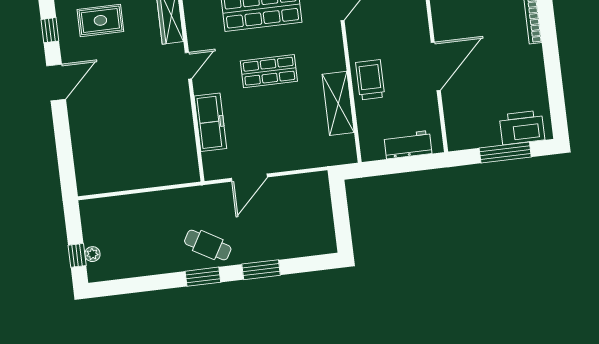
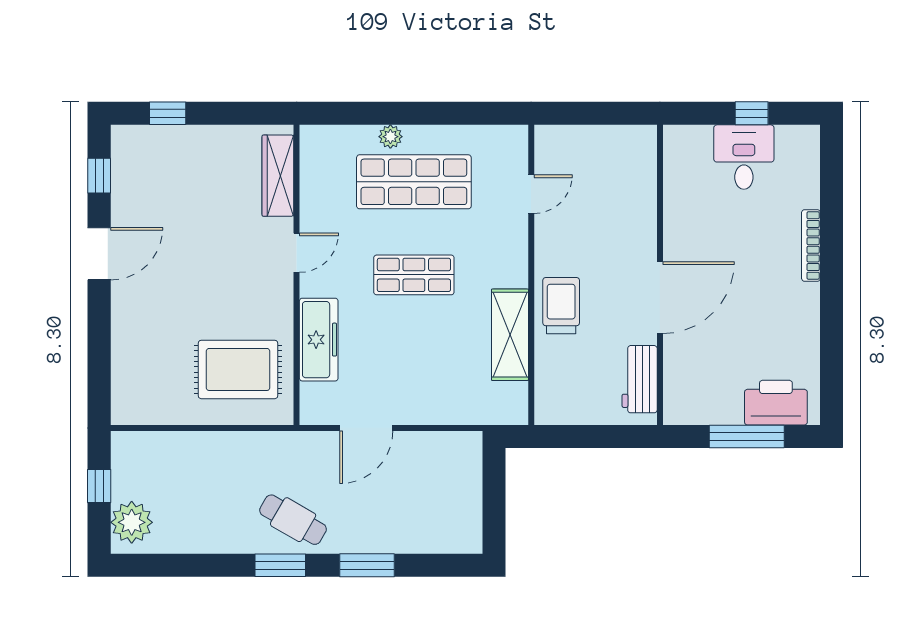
rug: (100, 20) -> (238, 369), moved, width x1.36, depth x1.43
workbench: (408, 145) -> (640, 379), moved, turned -90
plant: (92, 254) -> (132, 522), width x1.88, depth x1.88
window: (77, 255) -> (99, 486), moved

